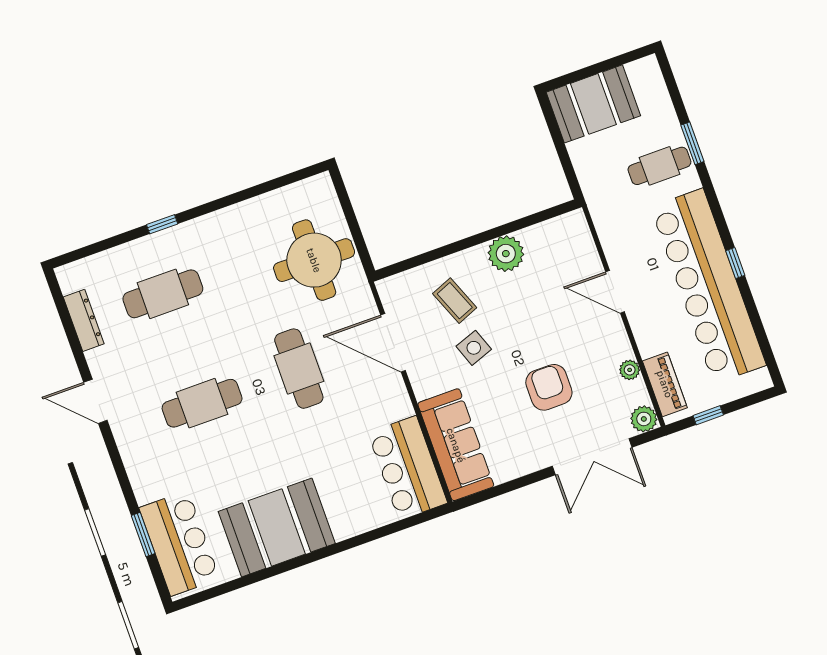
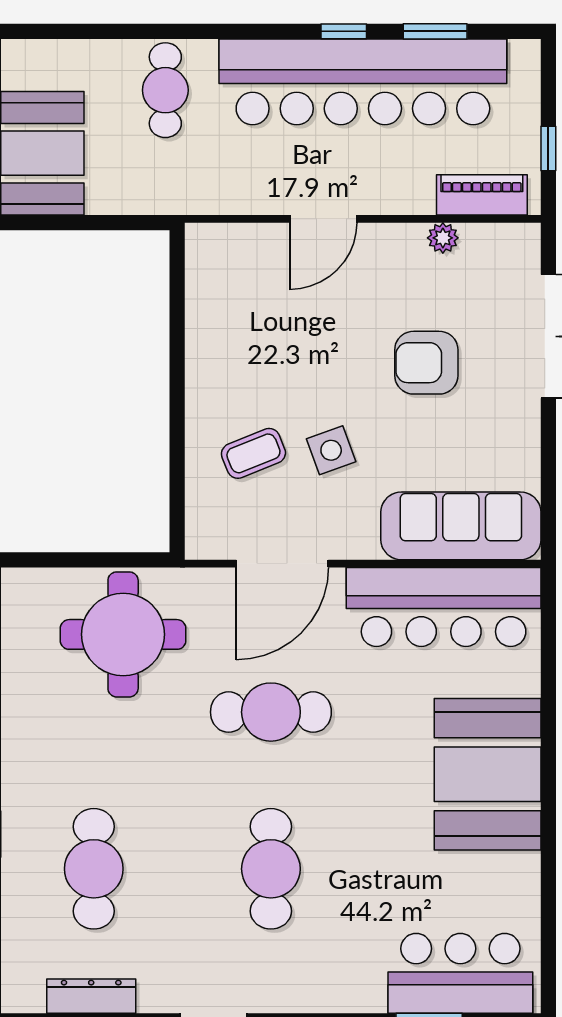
window: (692, 143) -> (435, 31), moved
plant: (506, 254) -> (212, 356), removed
plant: (644, 419) -> (521, 243), removed
bar counter: (408, 468) -> (444, 607), width x1.36
booth: (277, 527) -> (488, 774), moved

